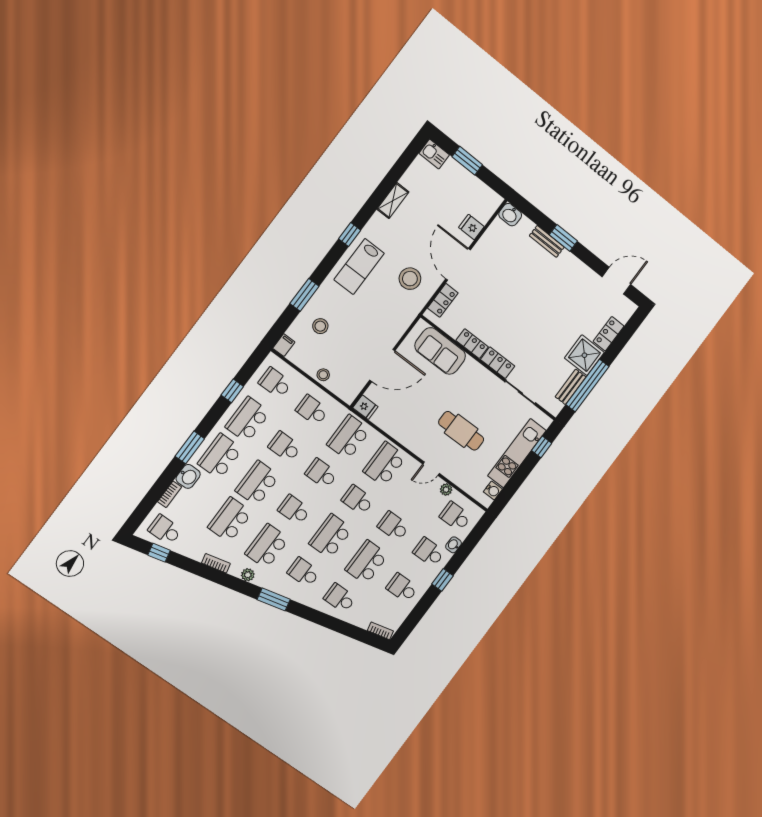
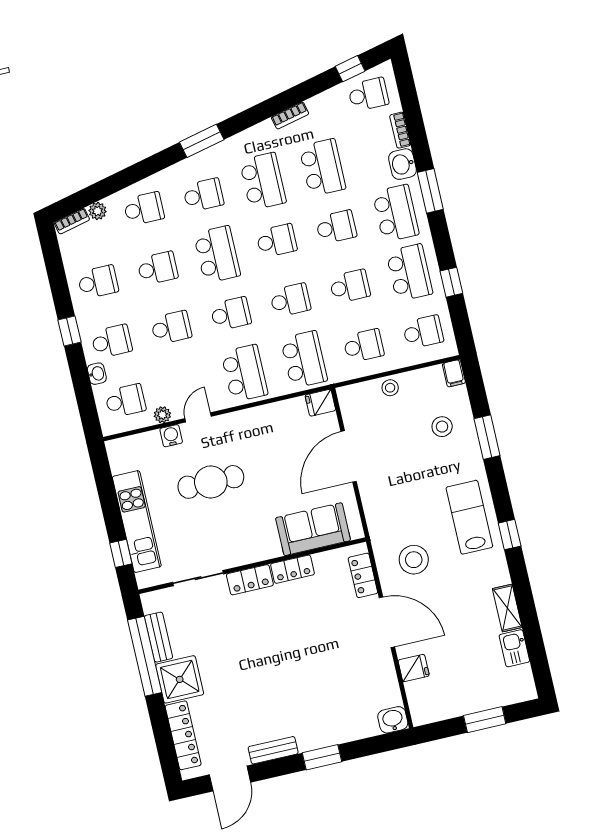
kitchen sink: (434, 154) -> (514, 648), moved, turned -90
bench: (547, 241) -> (273, 750), moved
locker: (609, 334) -> (183, 735), width x1.53
school desk: (257, 483) -> (336, 227), width x0.54
water cooler: (493, 490) -> (171, 436), moved, turned 90
school desk: (367, 562) -> (157, 268), width x0.54
plant: (248, 575) -> (98, 211), moved

